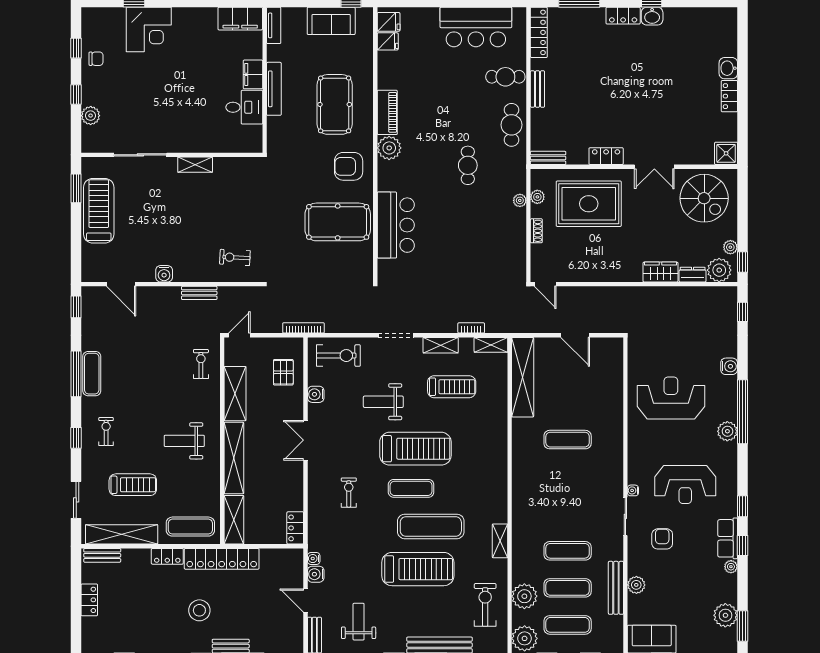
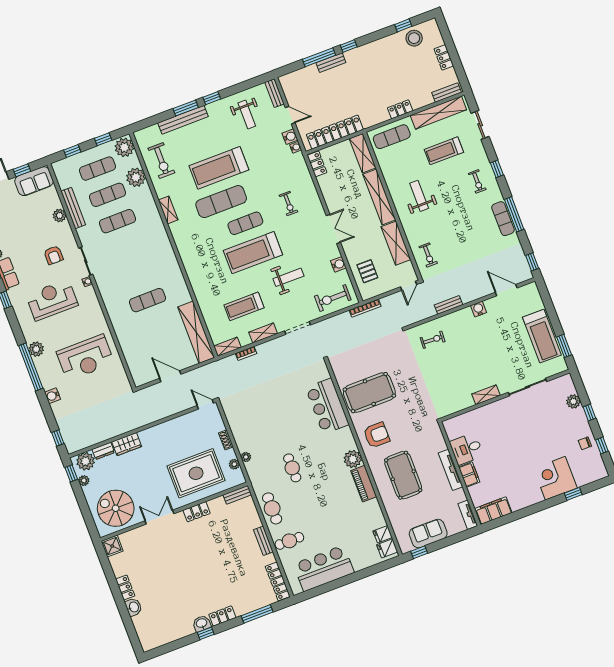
weight bench: (184, 441) -> (419, 196), turned -90
locker: (222, 559) -> (335, 132), moved
stool: (199, 610) -> (414, 38), moved

